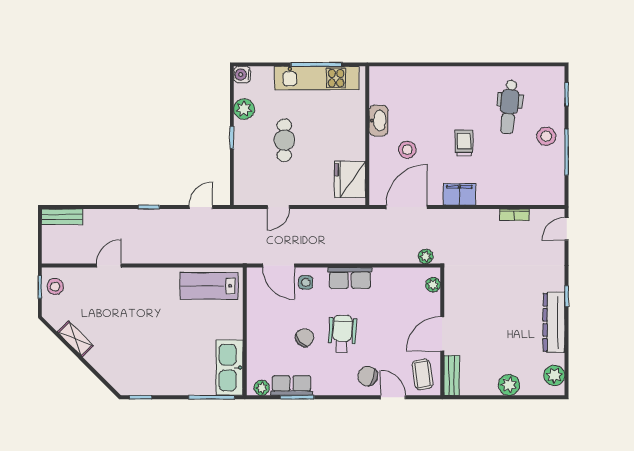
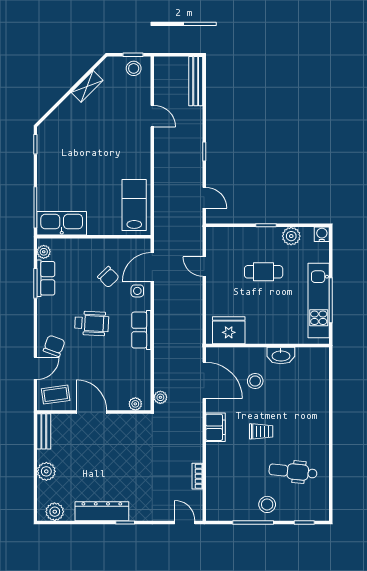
bench: (62, 217) -> (196, 81), width x1.36
chair: (305, 338) -> (108, 277), moved
bench: (452, 375) -> (44, 431), moved, turned 90

